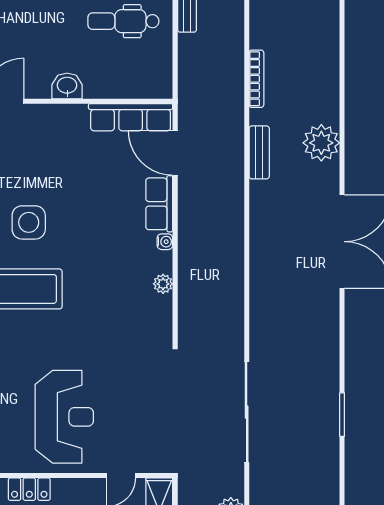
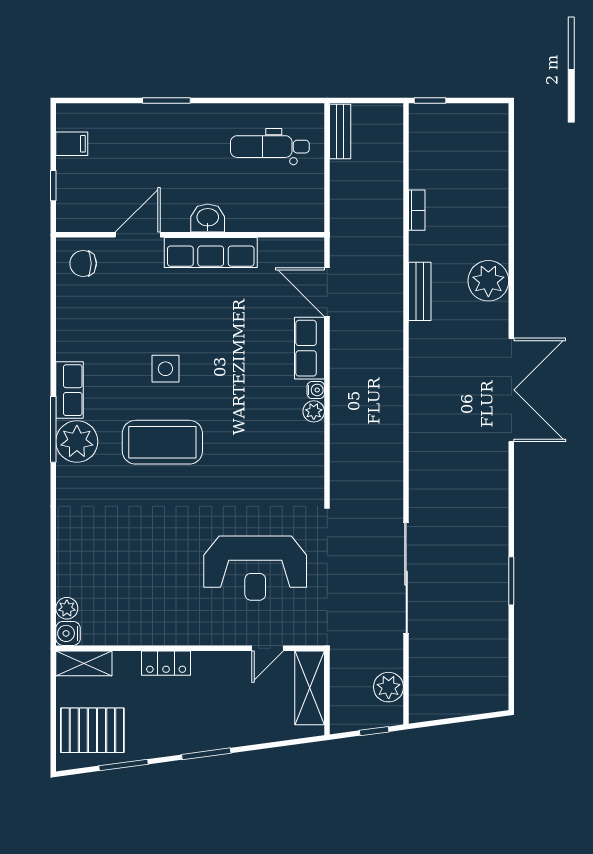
bookcase: (256, 79) -> (417, 210), width x0.64
row of seats: (131, 117) -> (211, 253), moved
side table: (29, 222) -> (165, 369), width x0.73, depth x0.73
plant: (163, 284) -> (314, 411), moved
reception desk: (64, 417) -> (255, 568), moved, turned 90

